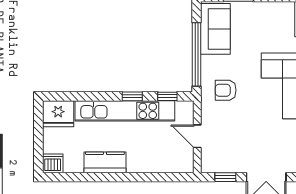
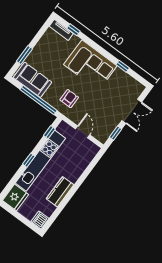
armchair: (226, 90) -> (69, 99), turned 180
window: (132, 96) -> (29, 160), moved
door: (197, 136) -> (83, 132), swing flipped

